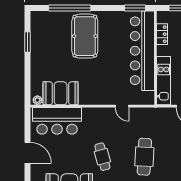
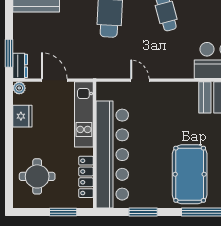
window: (135, 8) -> (143, 212), moved
locker: (162, 34) -> (86, 177), width x1.53

